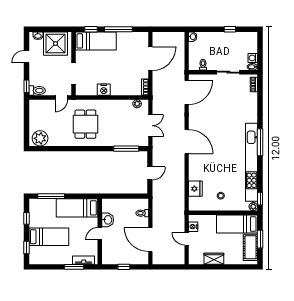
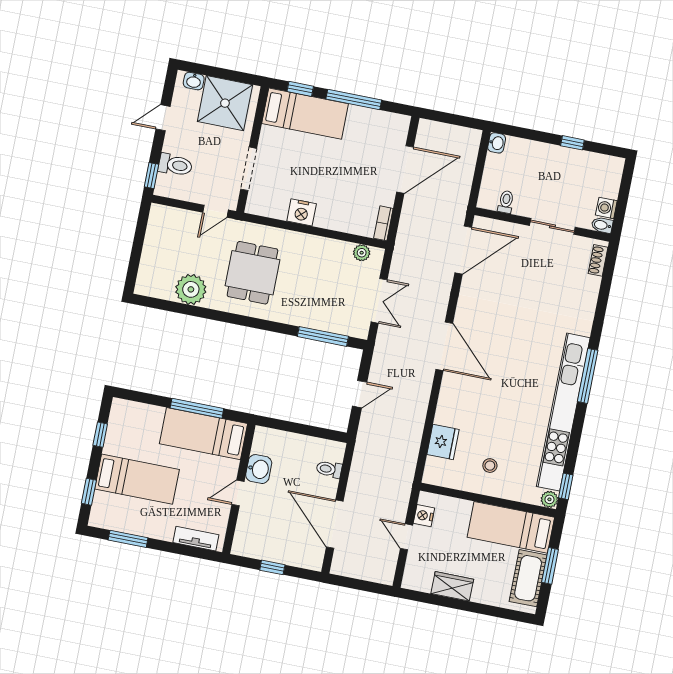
toilet: (37, 91) -> (175, 165), moved
plant: (40, 138) -> (191, 289), moved
window: (51, 196) -> (197, 408), moved
window: (74, 267) -> (128, 539), moved

